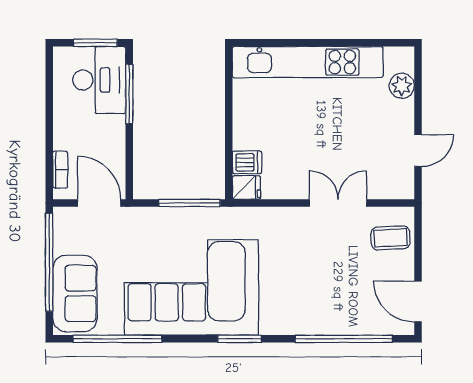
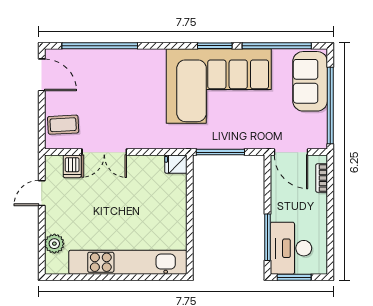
dishwasher: (247, 162) -> (72, 166), moved, turned -90
window: (240, 339) -> (215, 46), moved

